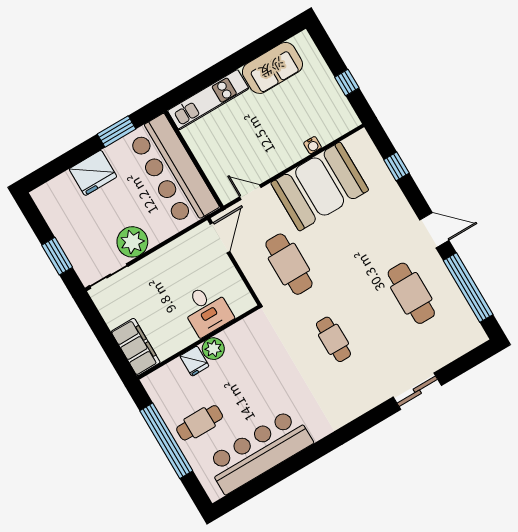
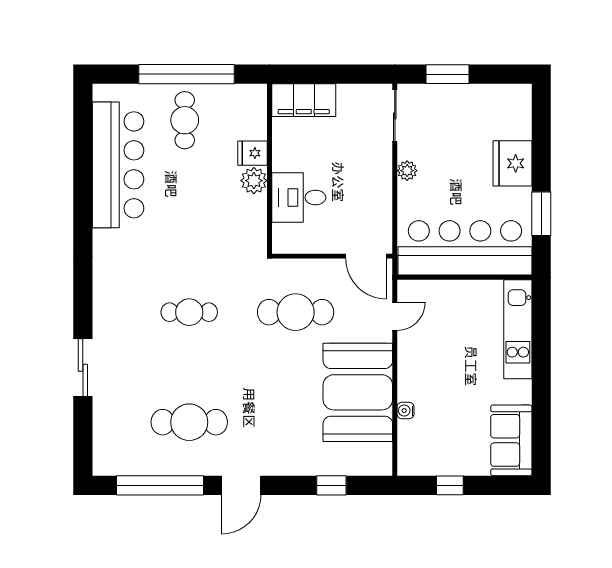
sofa: (272, 68) -> (511, 440), moved
plant: (132, 242) -> (407, 171), width x0.53, depth x0.53

